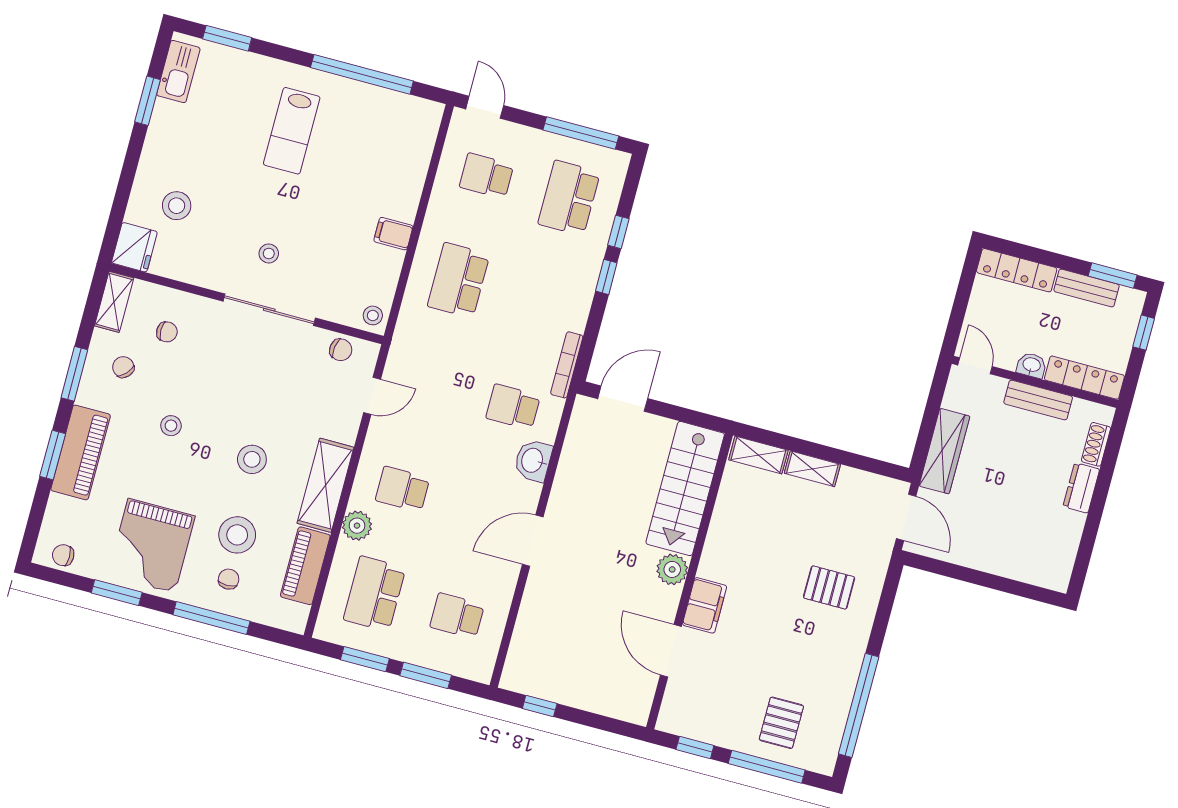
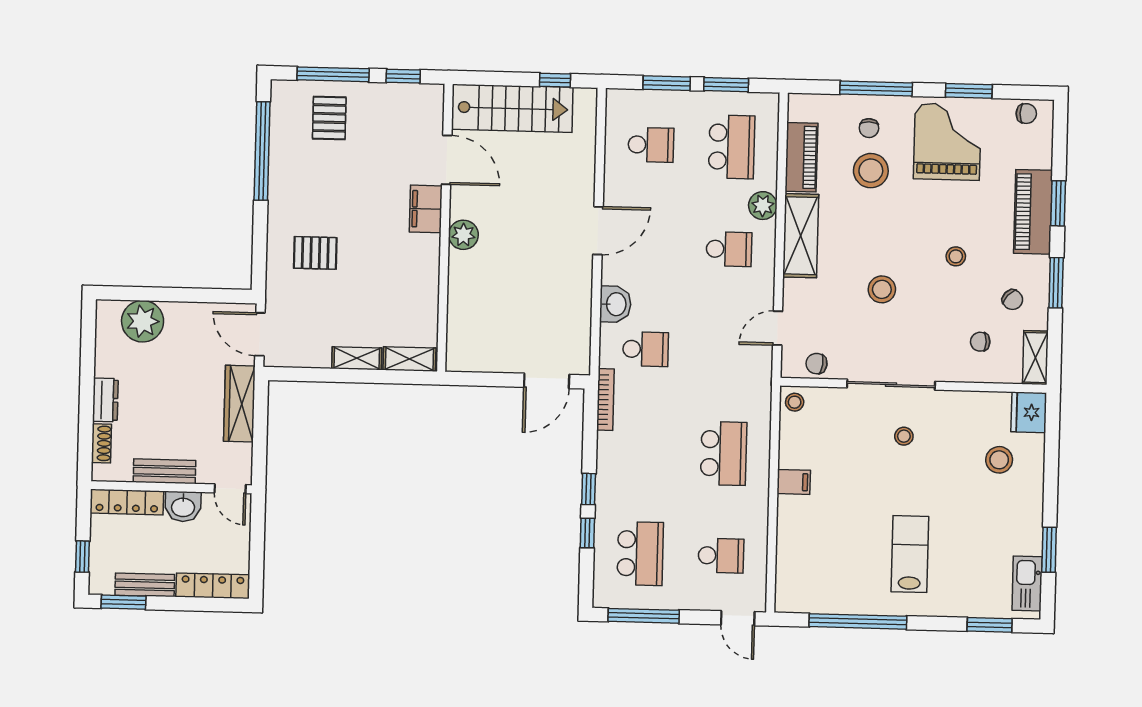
washbasin: (1032, 365) -> (183, 507), width x1.38, depth x1.45
stool: (252, 459) -> (882, 289), moved
stairs: (685, 489) -> (512, 108), moved, turned 90
plant: (1024, 560) -> (143, 321), added

